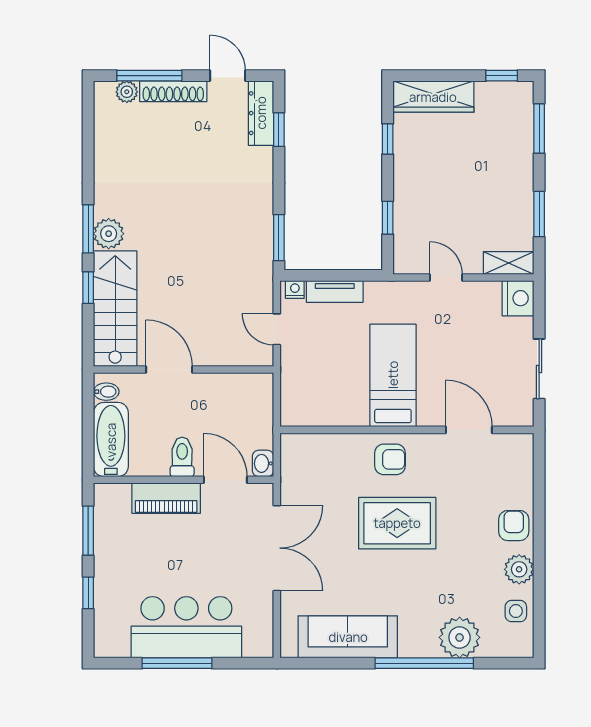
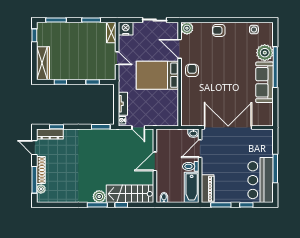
door: (228, 76) -> (34, 148), hinge flipped
door: (446, 277) -> (117, 58), swing flipped
door: (277, 329) -> (138, 128), hinge flipped
door: (169, 369) -> (155, 161), moved
bed: (393, 375) -> (157, 75), width x1.50
door: (469, 430) -> (180, 49), hinge flipped
bathtub: (111, 440) -> (192, 187), moved, turned -90
armchair: (390, 459) -> (192, 70), moved
piano: (166, 498) -> (208, 189), moved
rug: (397, 523) -> (218, 78), removed
double door: (277, 548) -> (228, 128), width x1.36
plant: (519, 569) -> (187, 28), moved
bar counter: (186, 627) -> (261, 180), moved
sofa: (348, 637) -> (264, 82), moved

